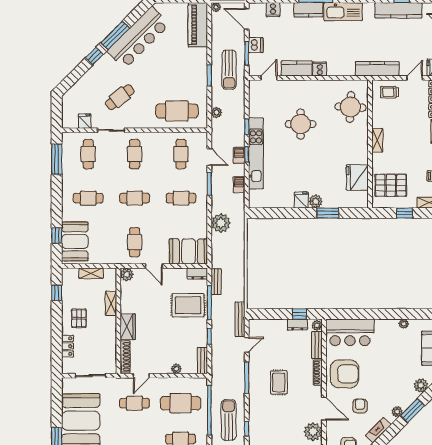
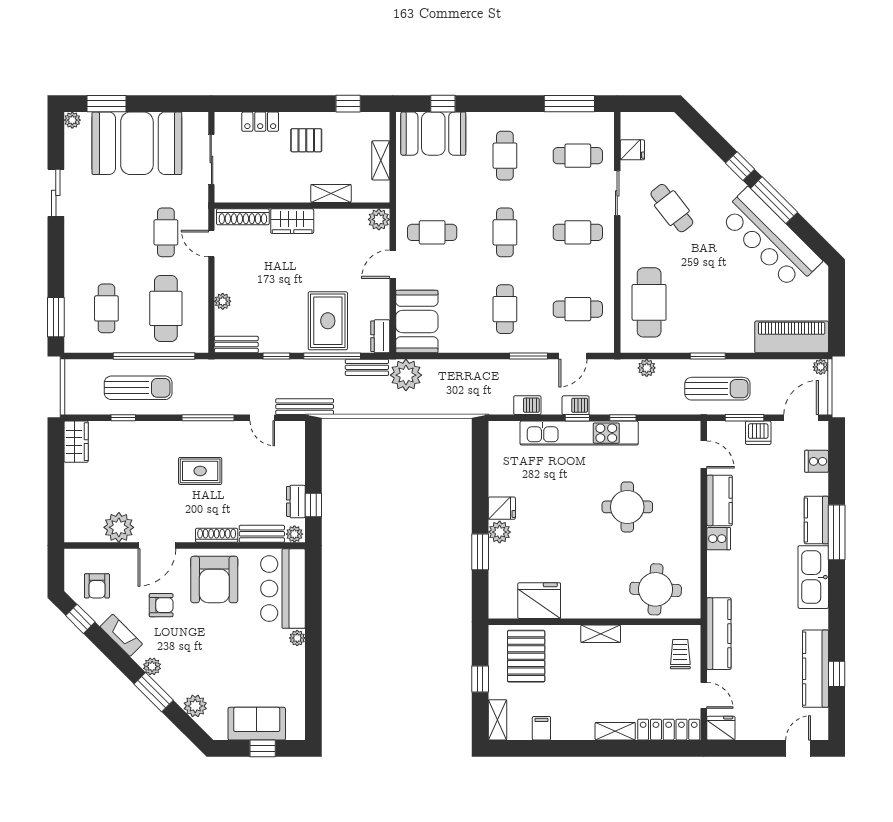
sun lounger: (229, 70) -> (717, 389), turned 180
plant: (221, 223) -> (406, 375), moved
plant: (404, 324) -> (297, 638), moved

